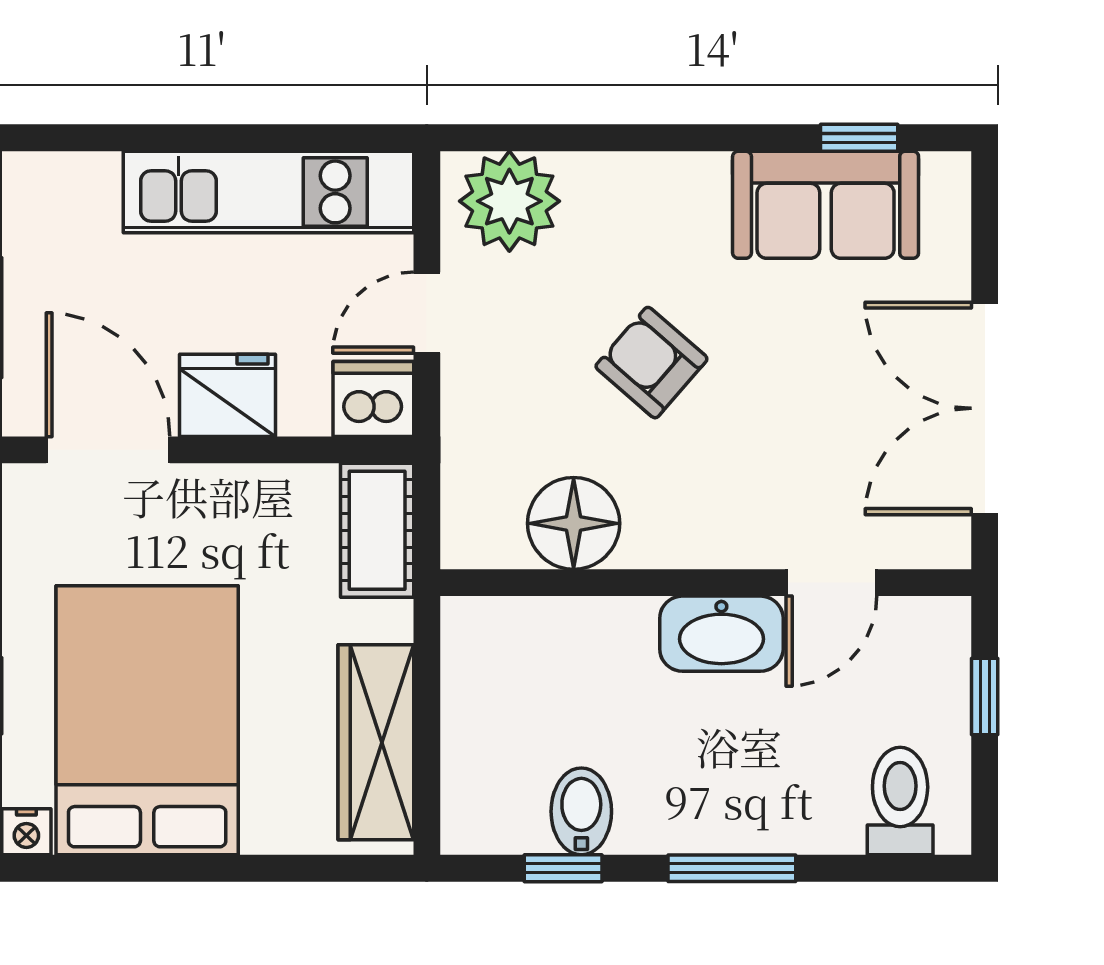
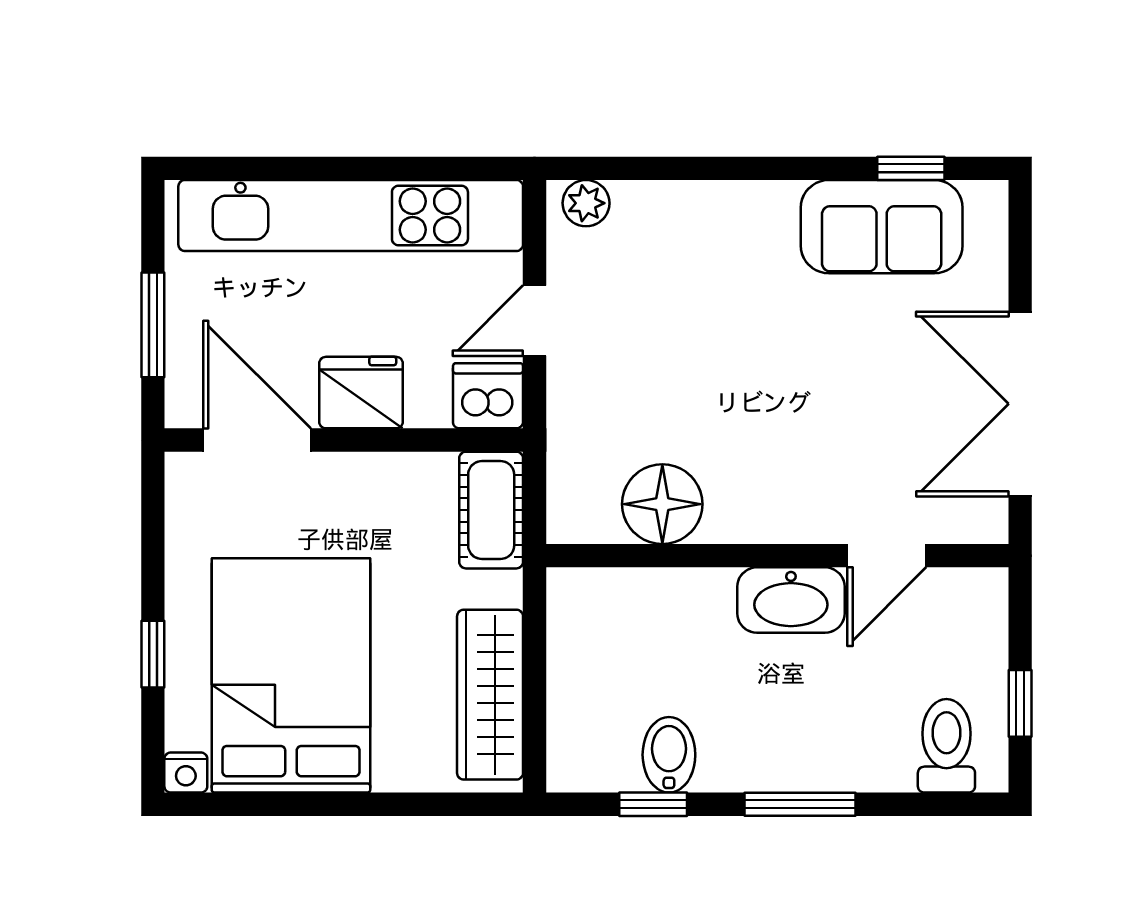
kitchen unit: (268, 192) -> (351, 215), width x1.36
plant: (509, 201) -> (586, 203), width x0.53, depth x0.53
armchair: (651, 363) -> (730, 364), removed
window: (985, 697) -> (1020, 703), moved

